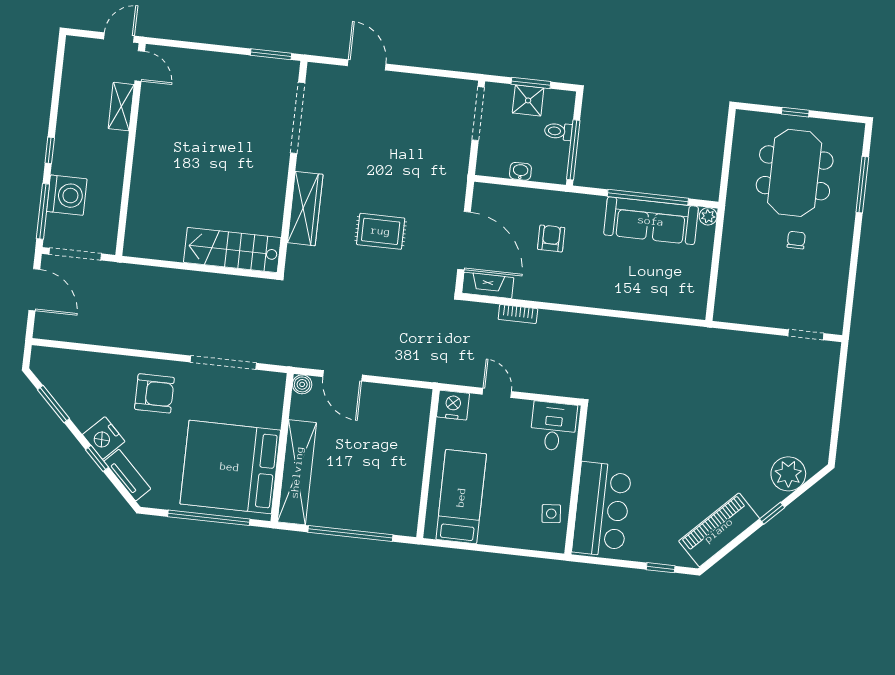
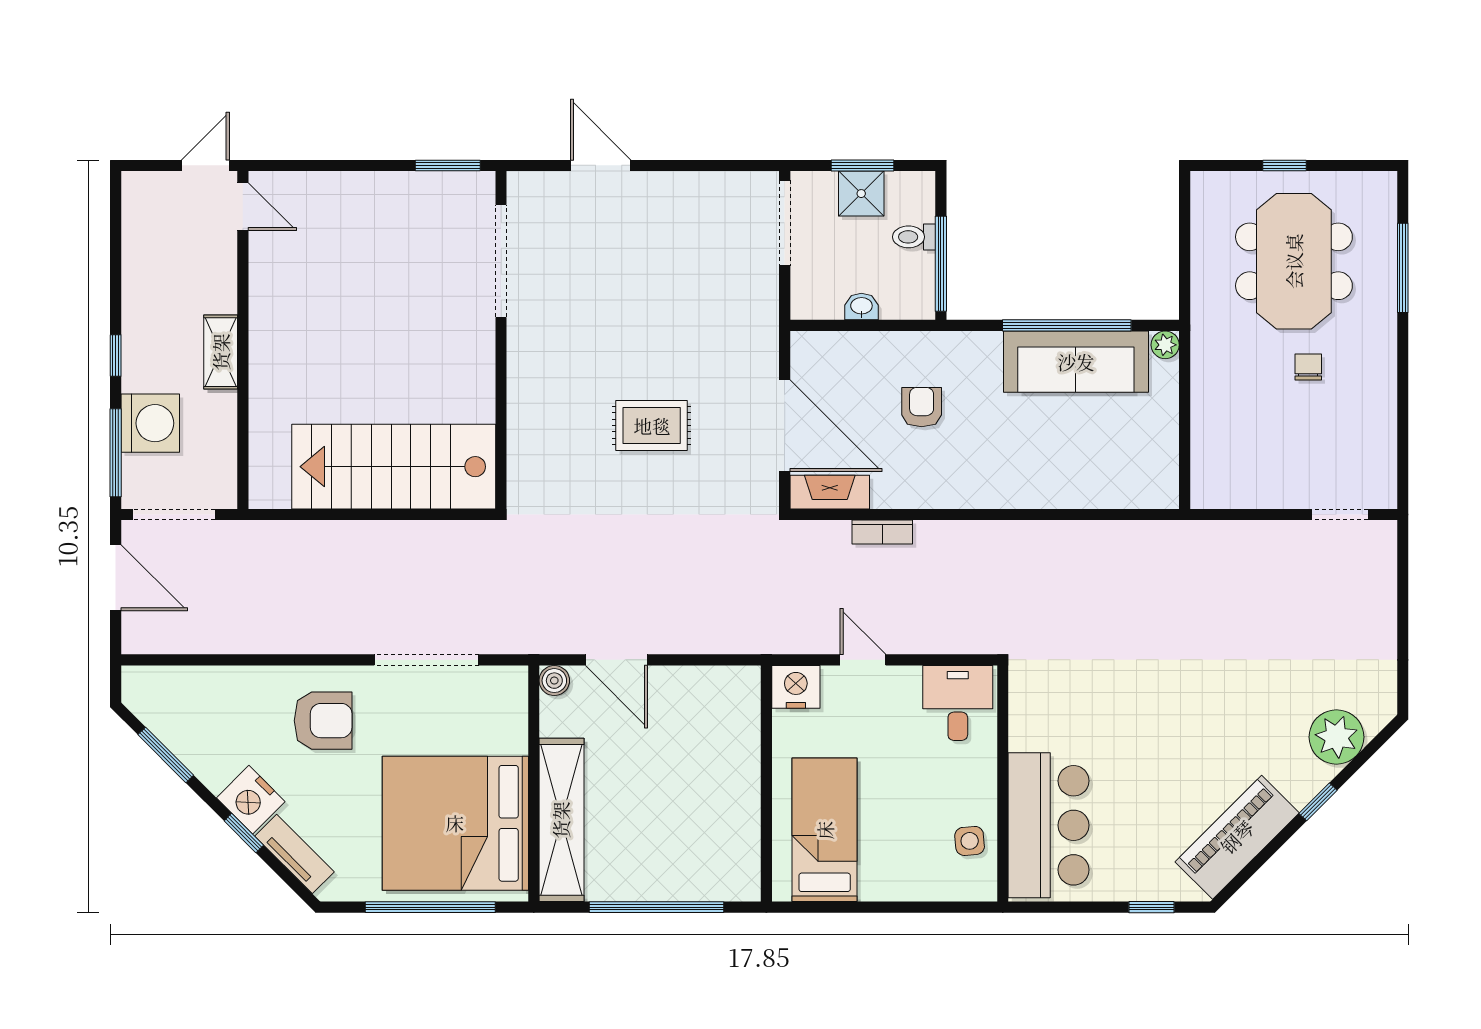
shelving: (121, 107) -> (221, 352), moved
wardrobe: (305, 209) -> (529, 403), removed
stairs: (232, 250) -> (394, 467), width x1.36, depth x1.51

